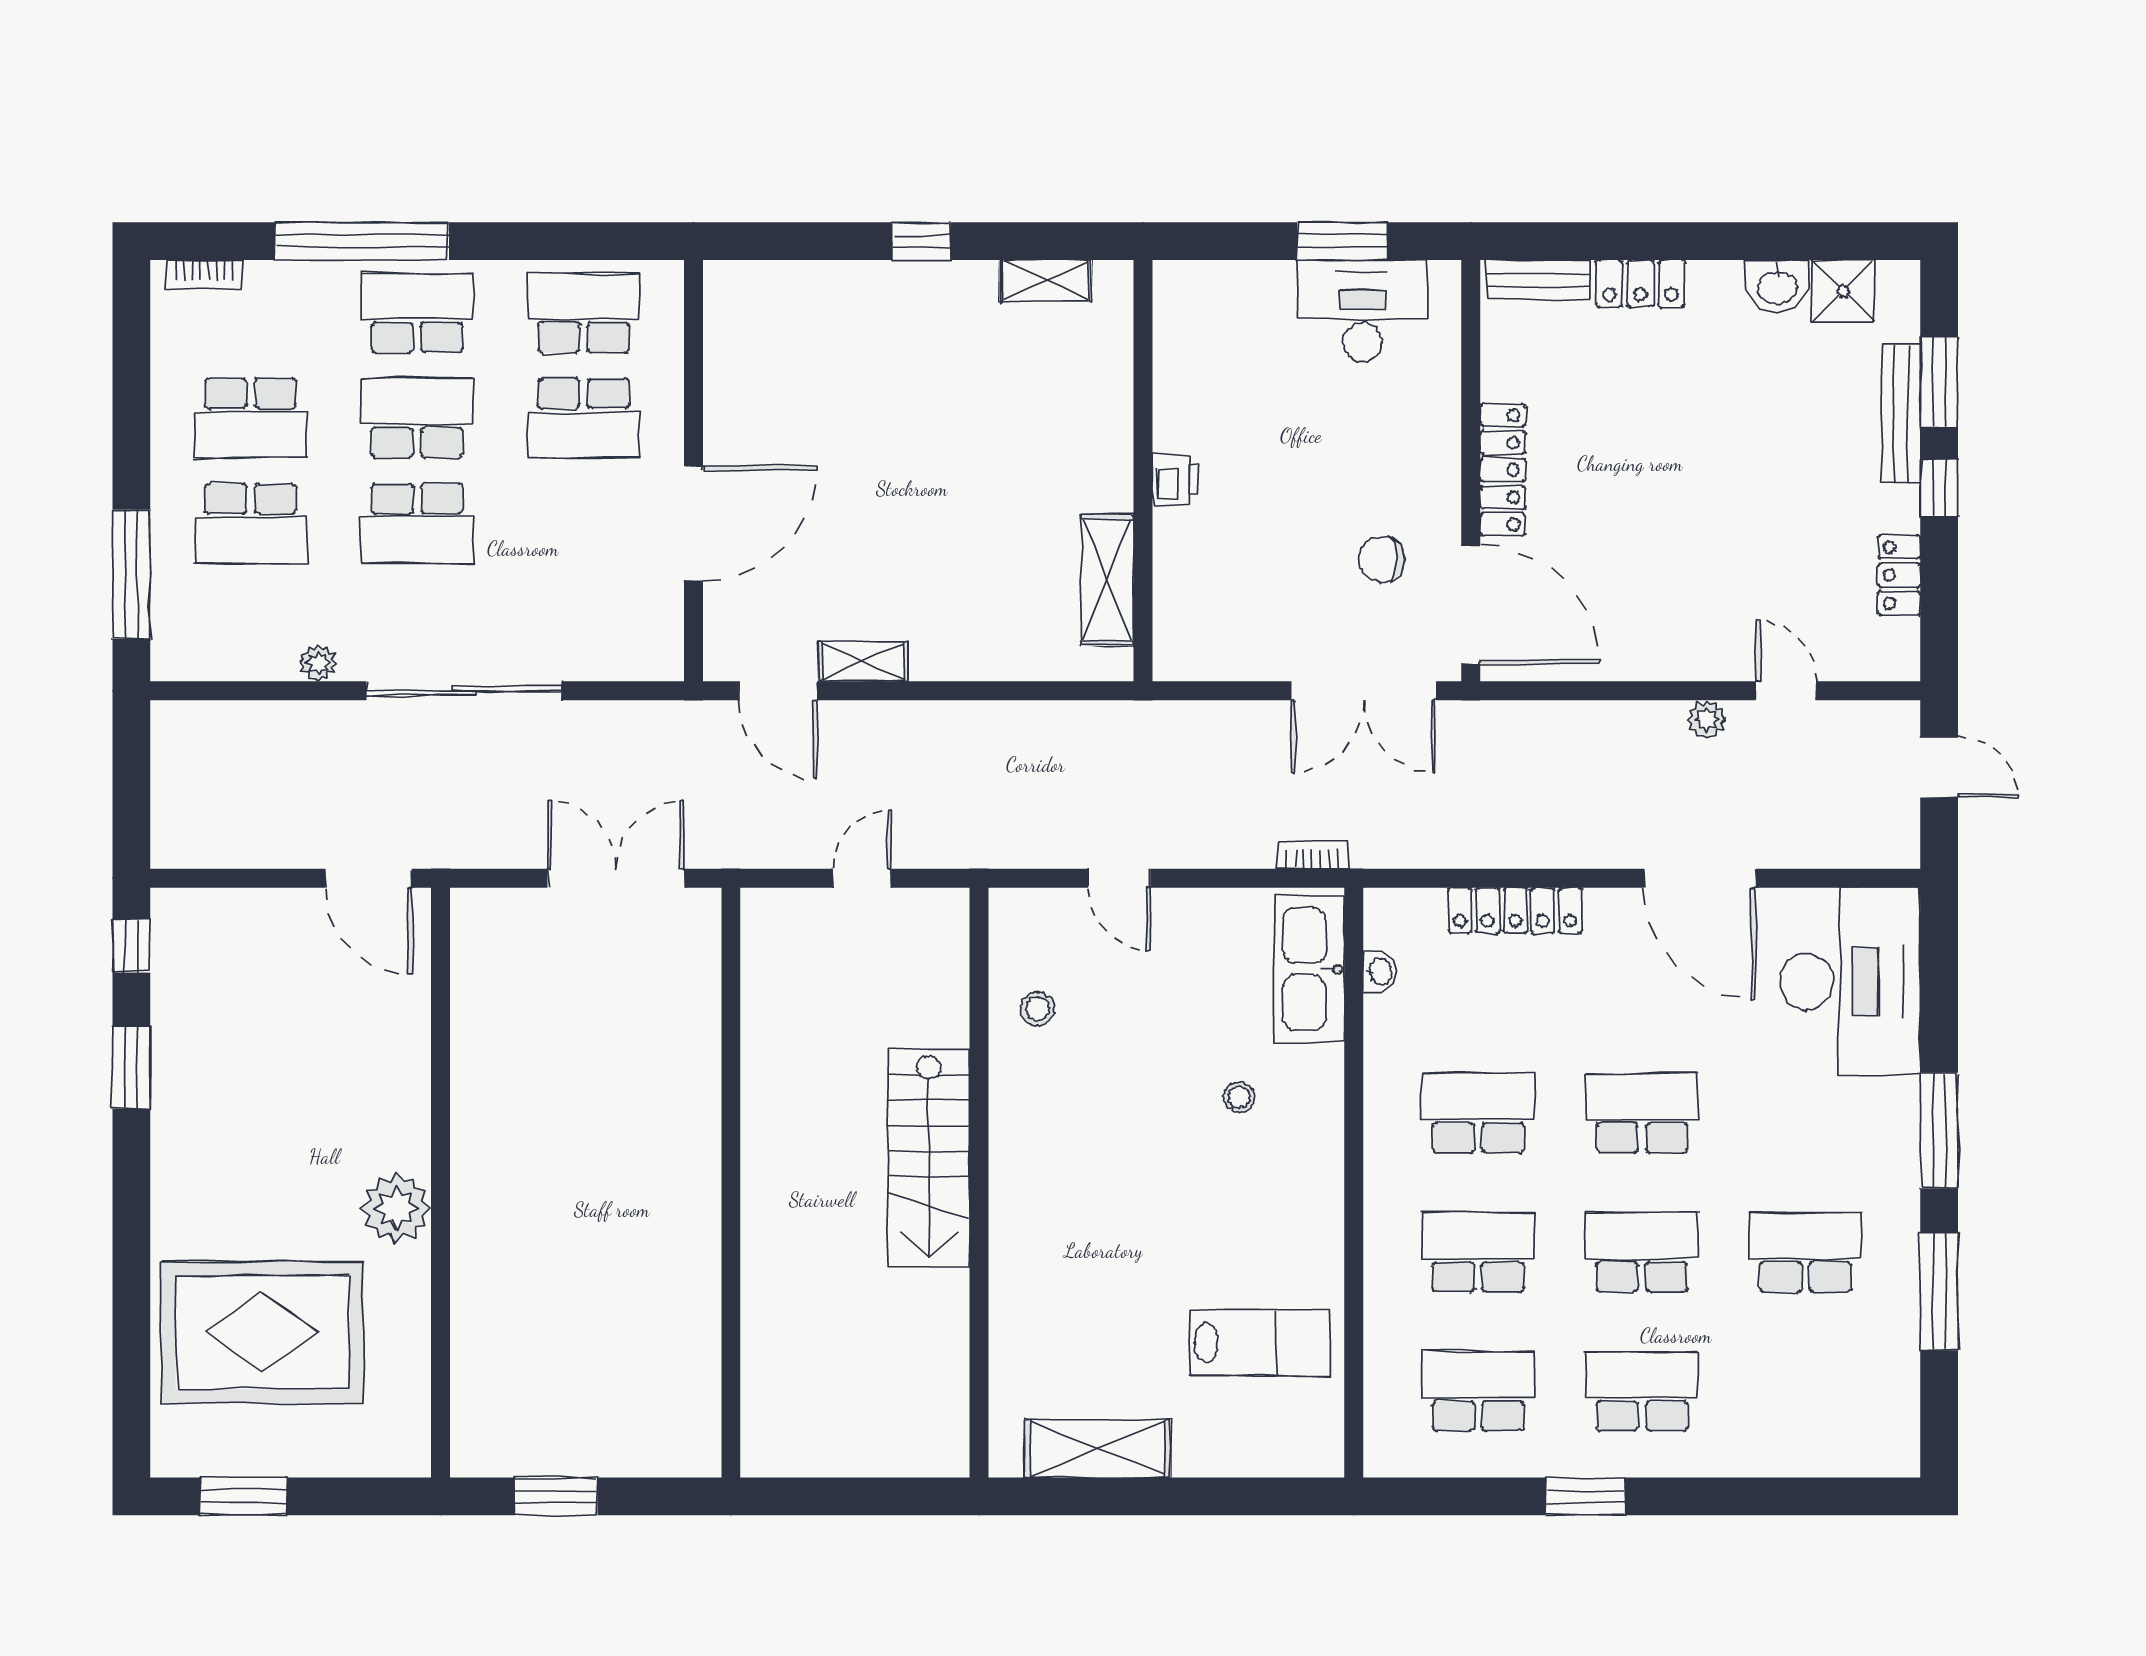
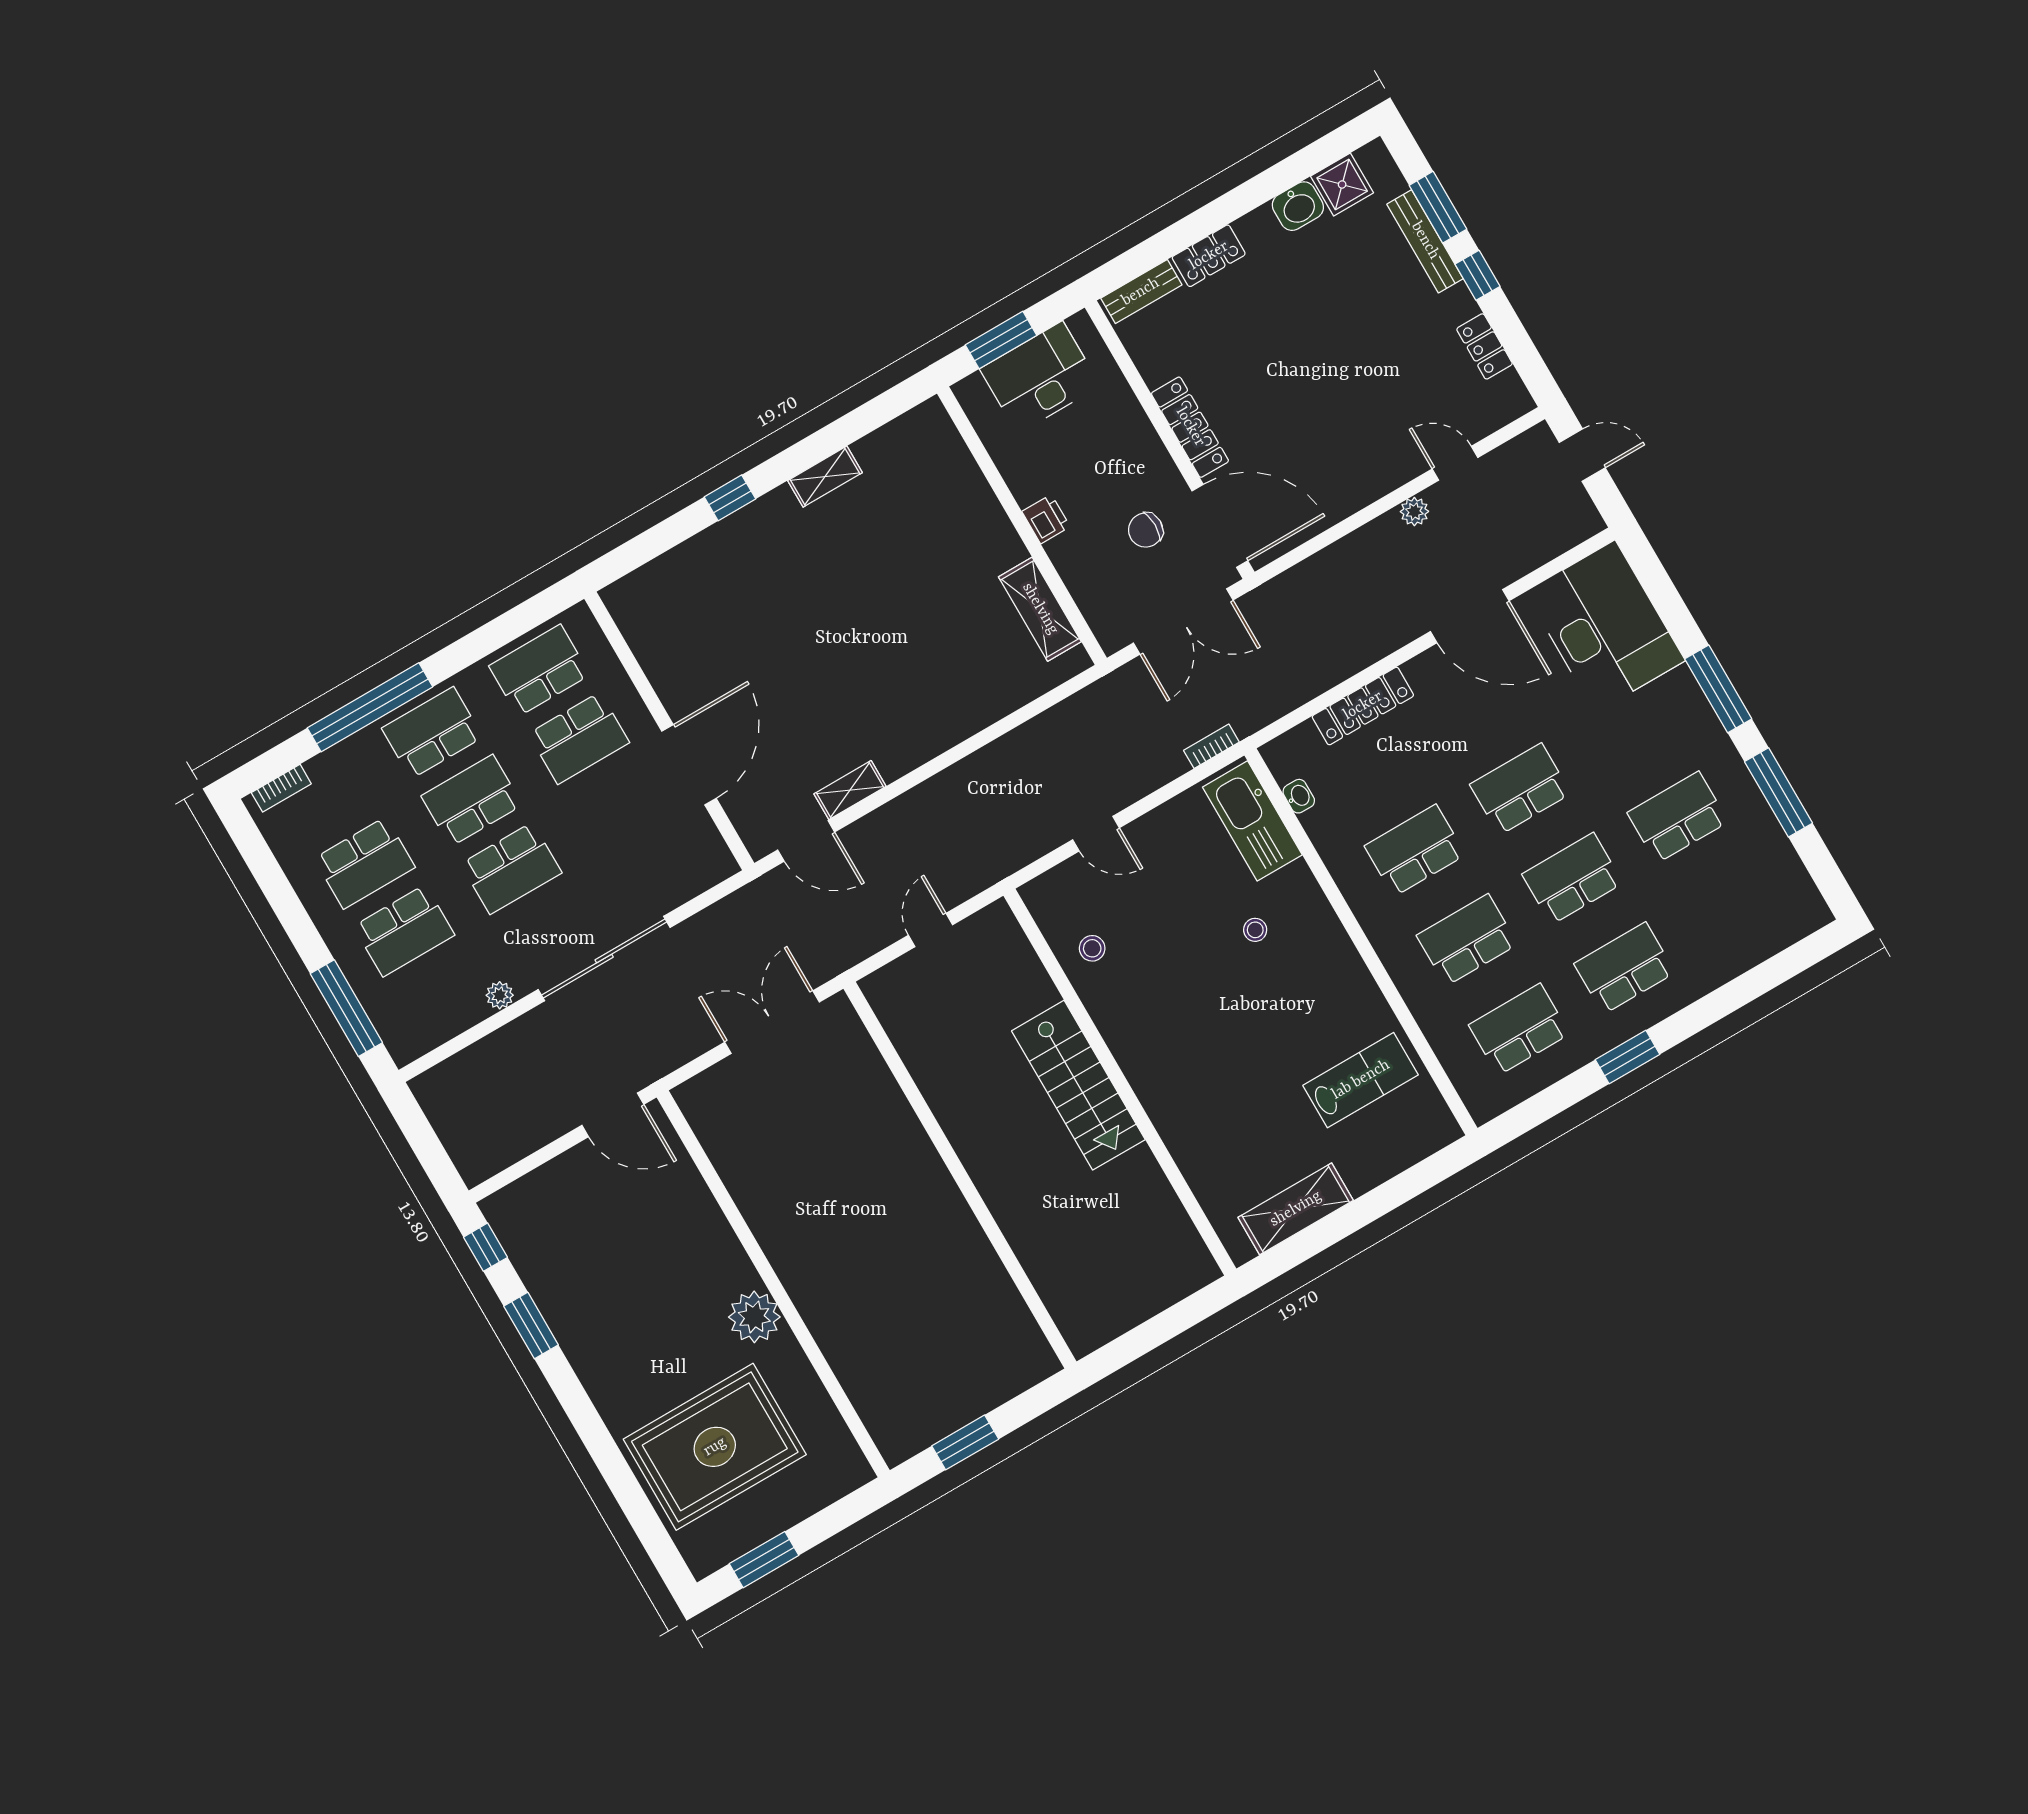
wall: (1143, 471) -> (1022, 526), moved
printer: (1175, 479) -> (1046, 519), moved
shelving: (1107, 580) -> (1040, 609), moved

